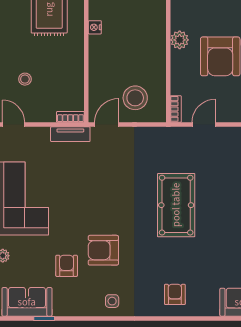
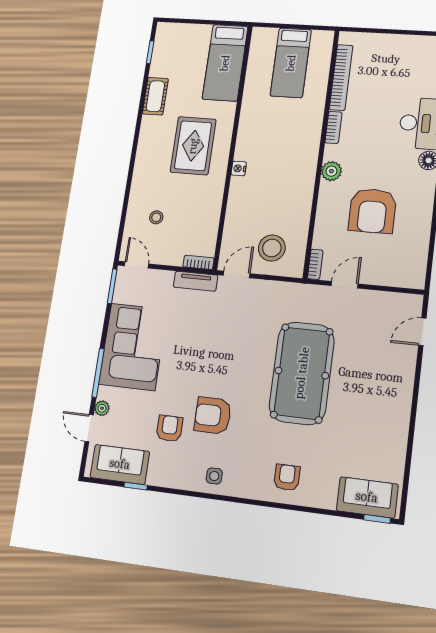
plant: (180, 40) -> (331, 171), moved
pool table: (176, 205) -> (302, 373), width x1.36, depth x1.32

